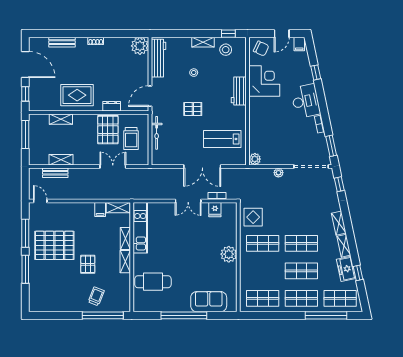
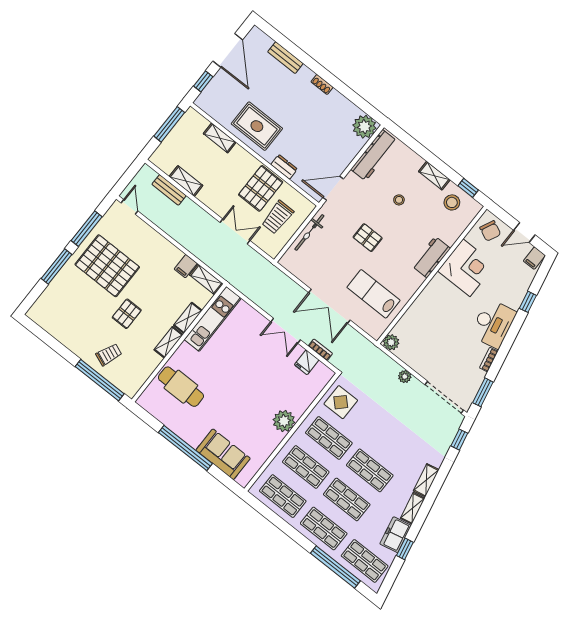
shop shelf: (263, 271) -> (306, 467), added

